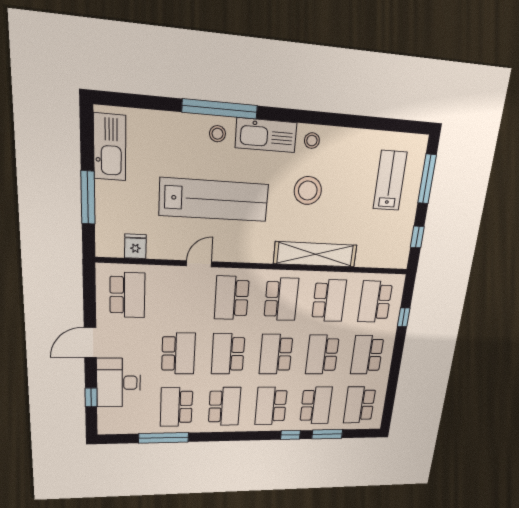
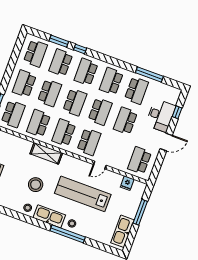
shelving: (315, 254) -> (46, 153), width x0.68
school desk: (367, 355) -> (24, 84), turned 180
school desk: (271, 406) -> (86, 72), turned 180

